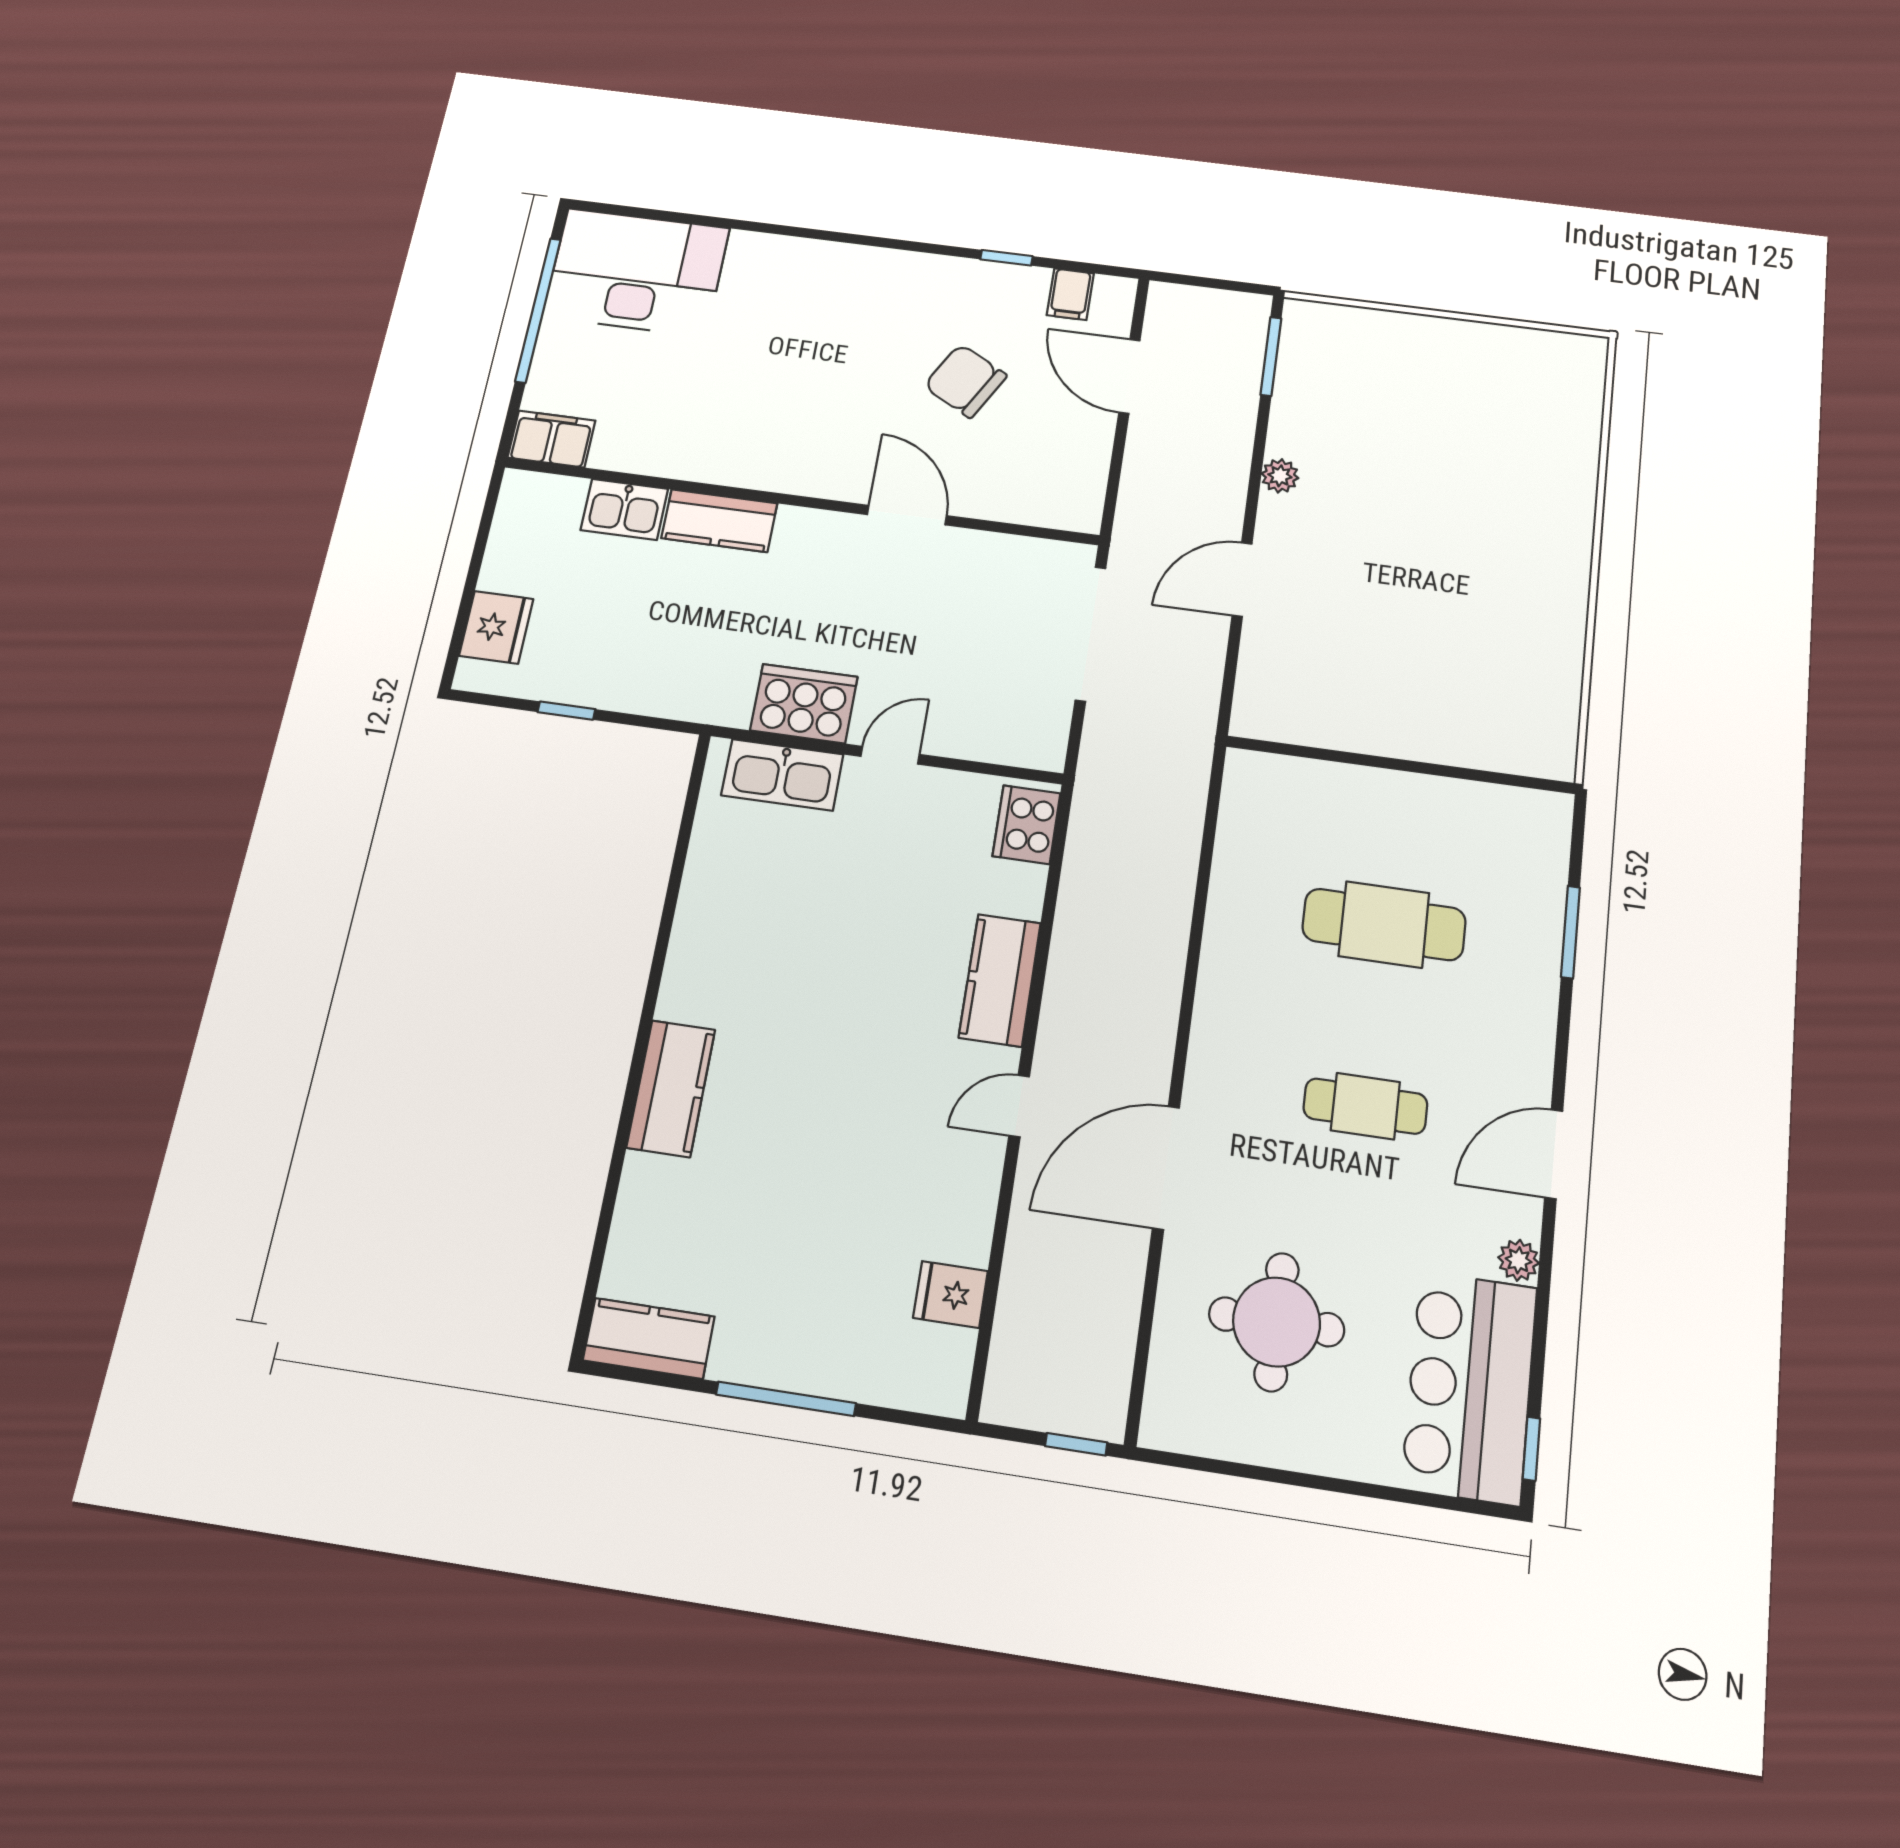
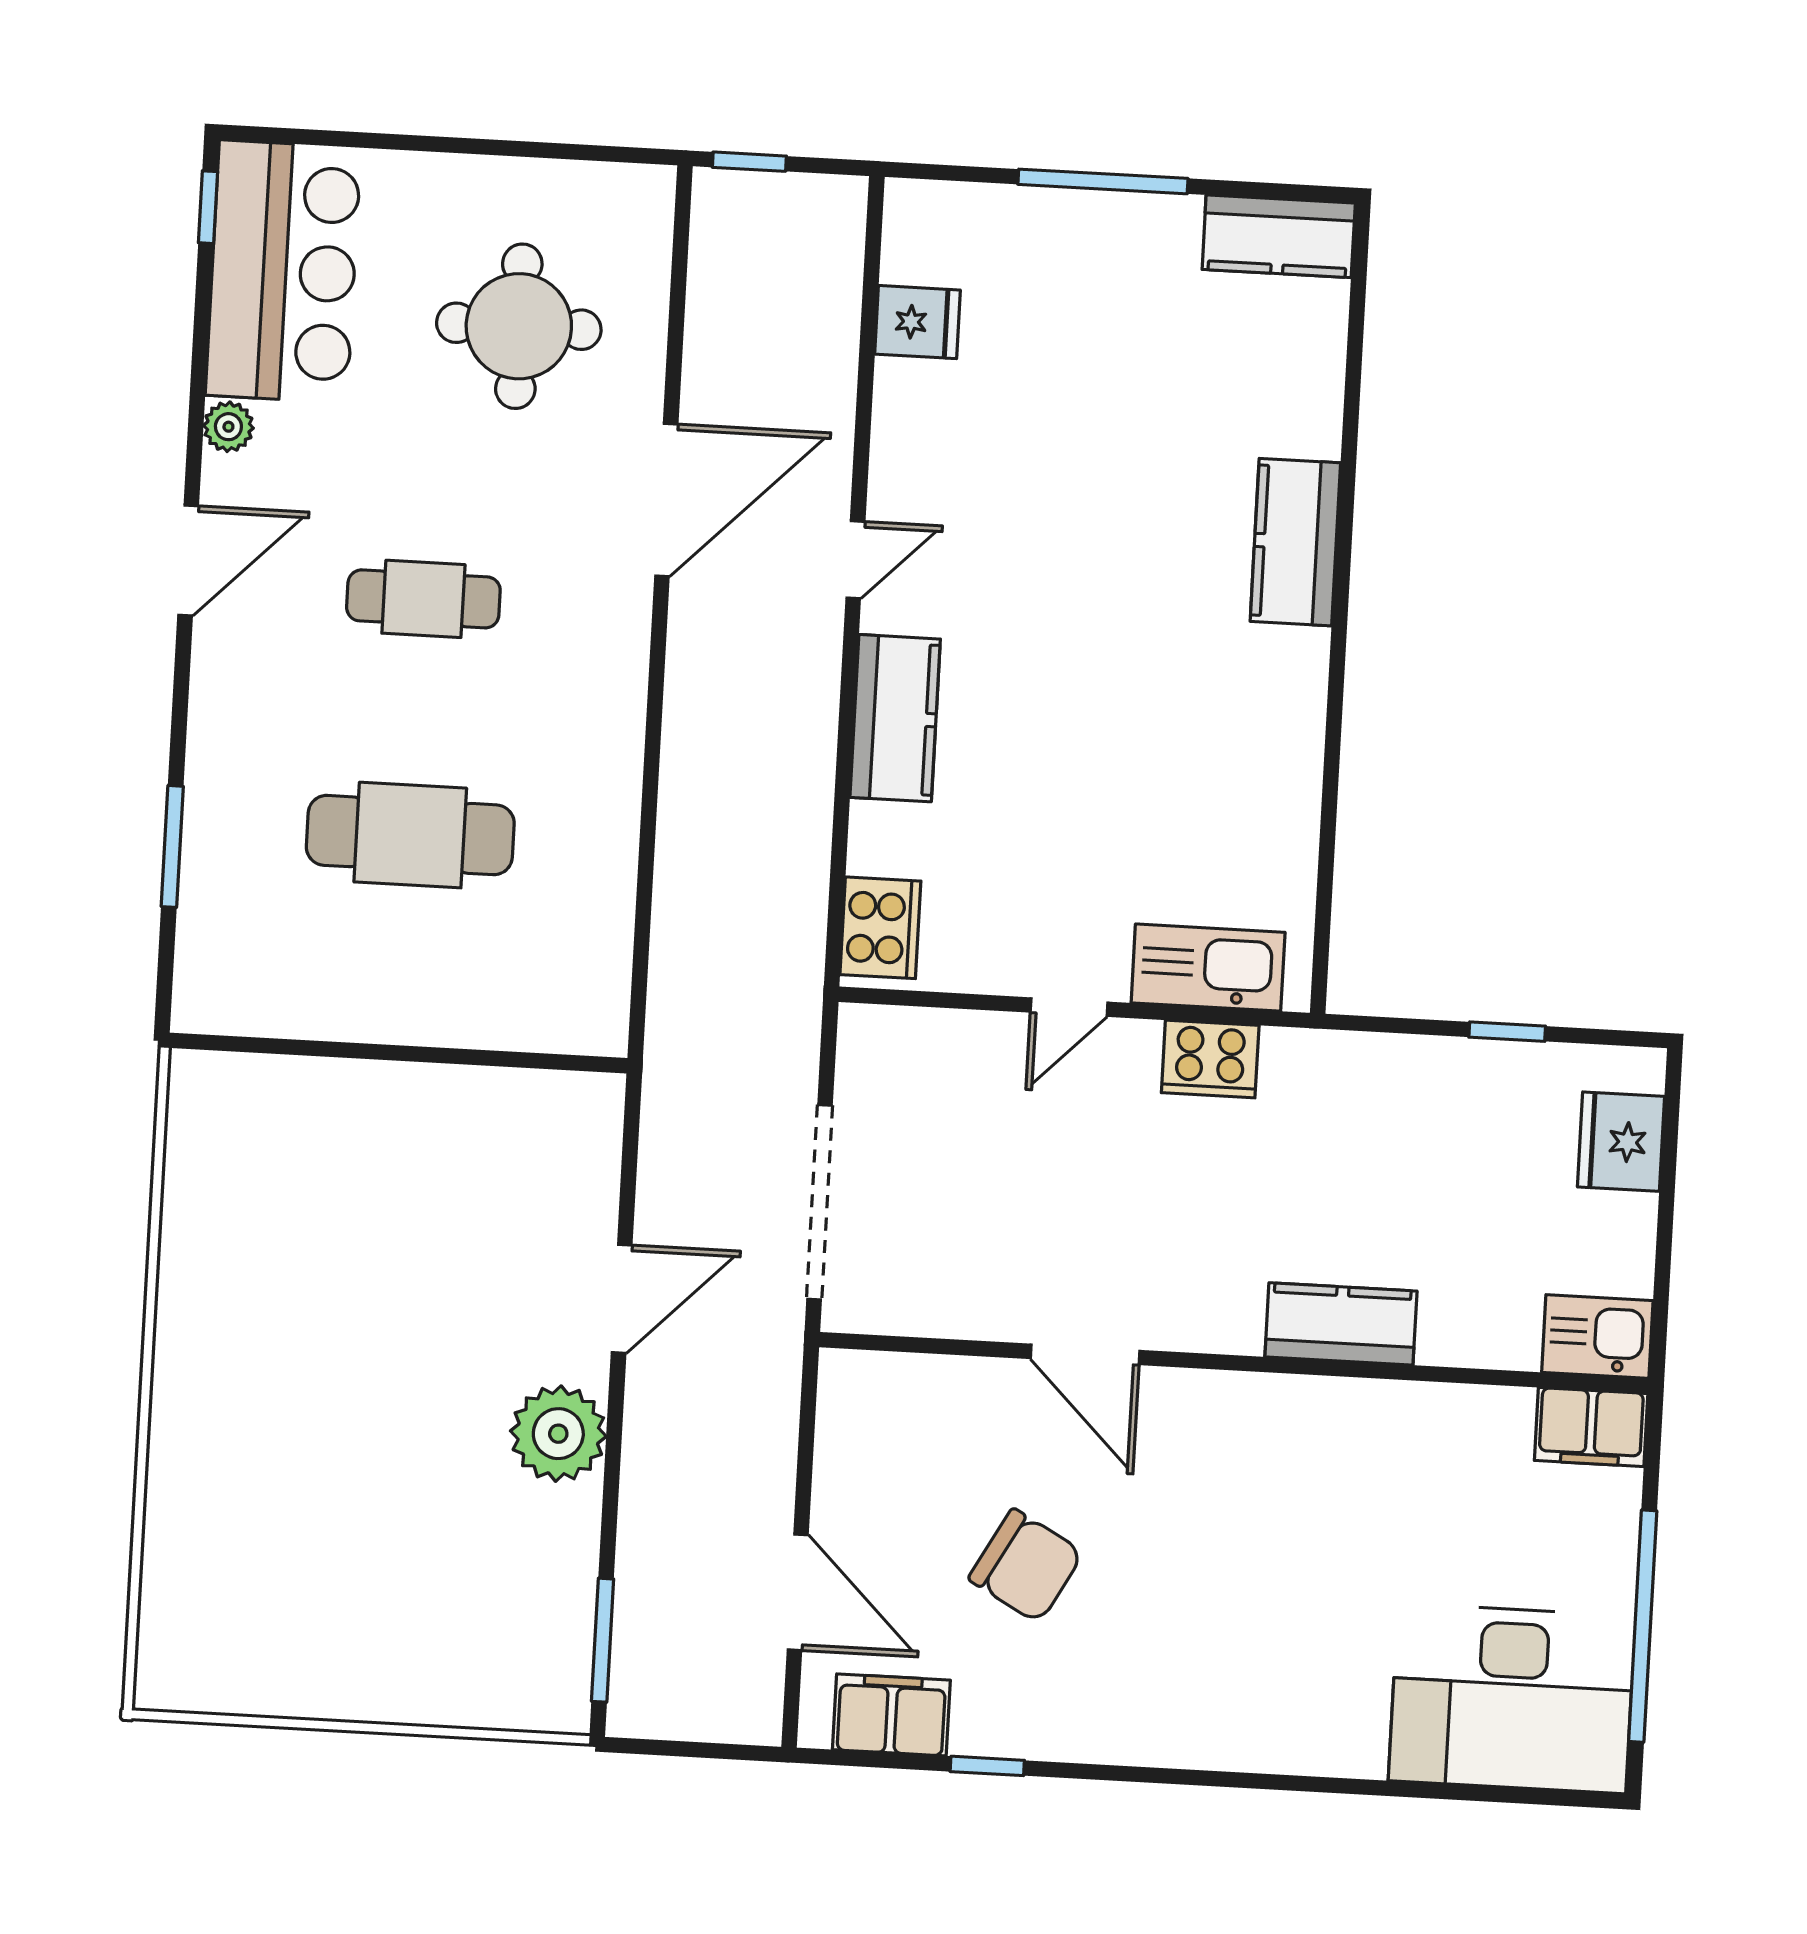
filing cabinet: (1070, 294) -> (891, 1715), width x2.00
plant: (1280, 476) -> (558, 1434), width x1.88, depth x1.88
kitchen sink: (624, 509) -> (1597, 1336), moved
cooker: (804, 704) -> (1210, 1059), width x0.73, depth x0.76

